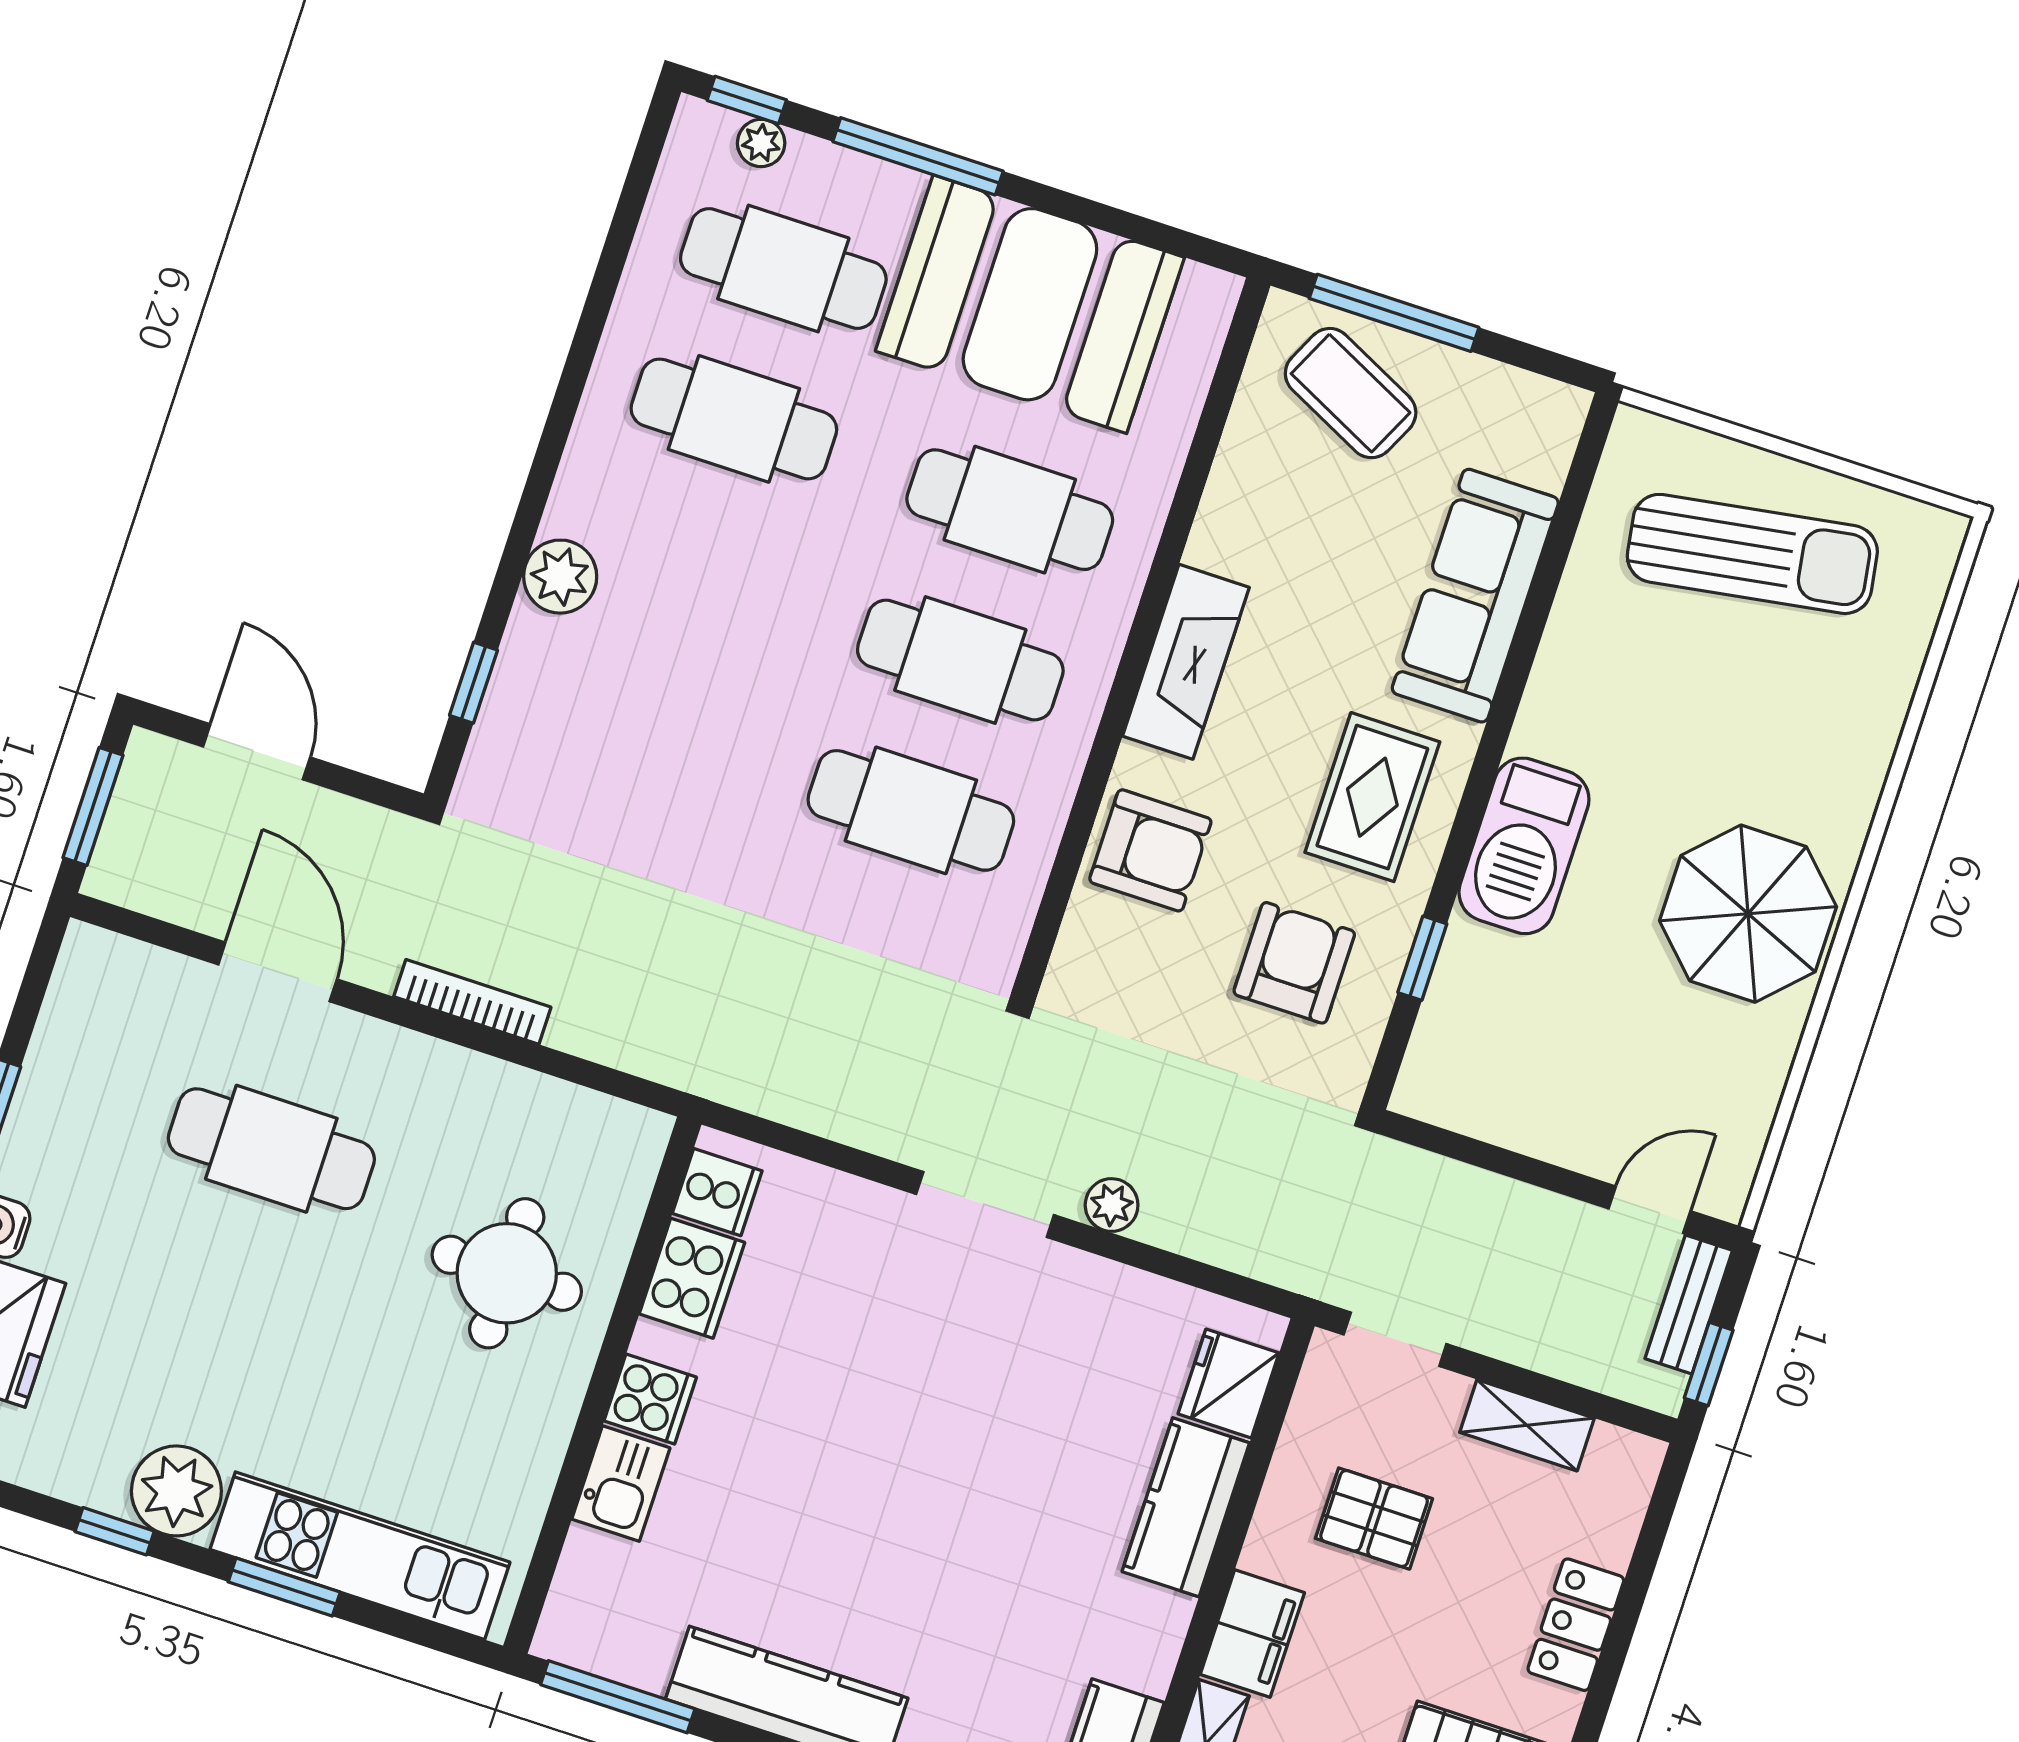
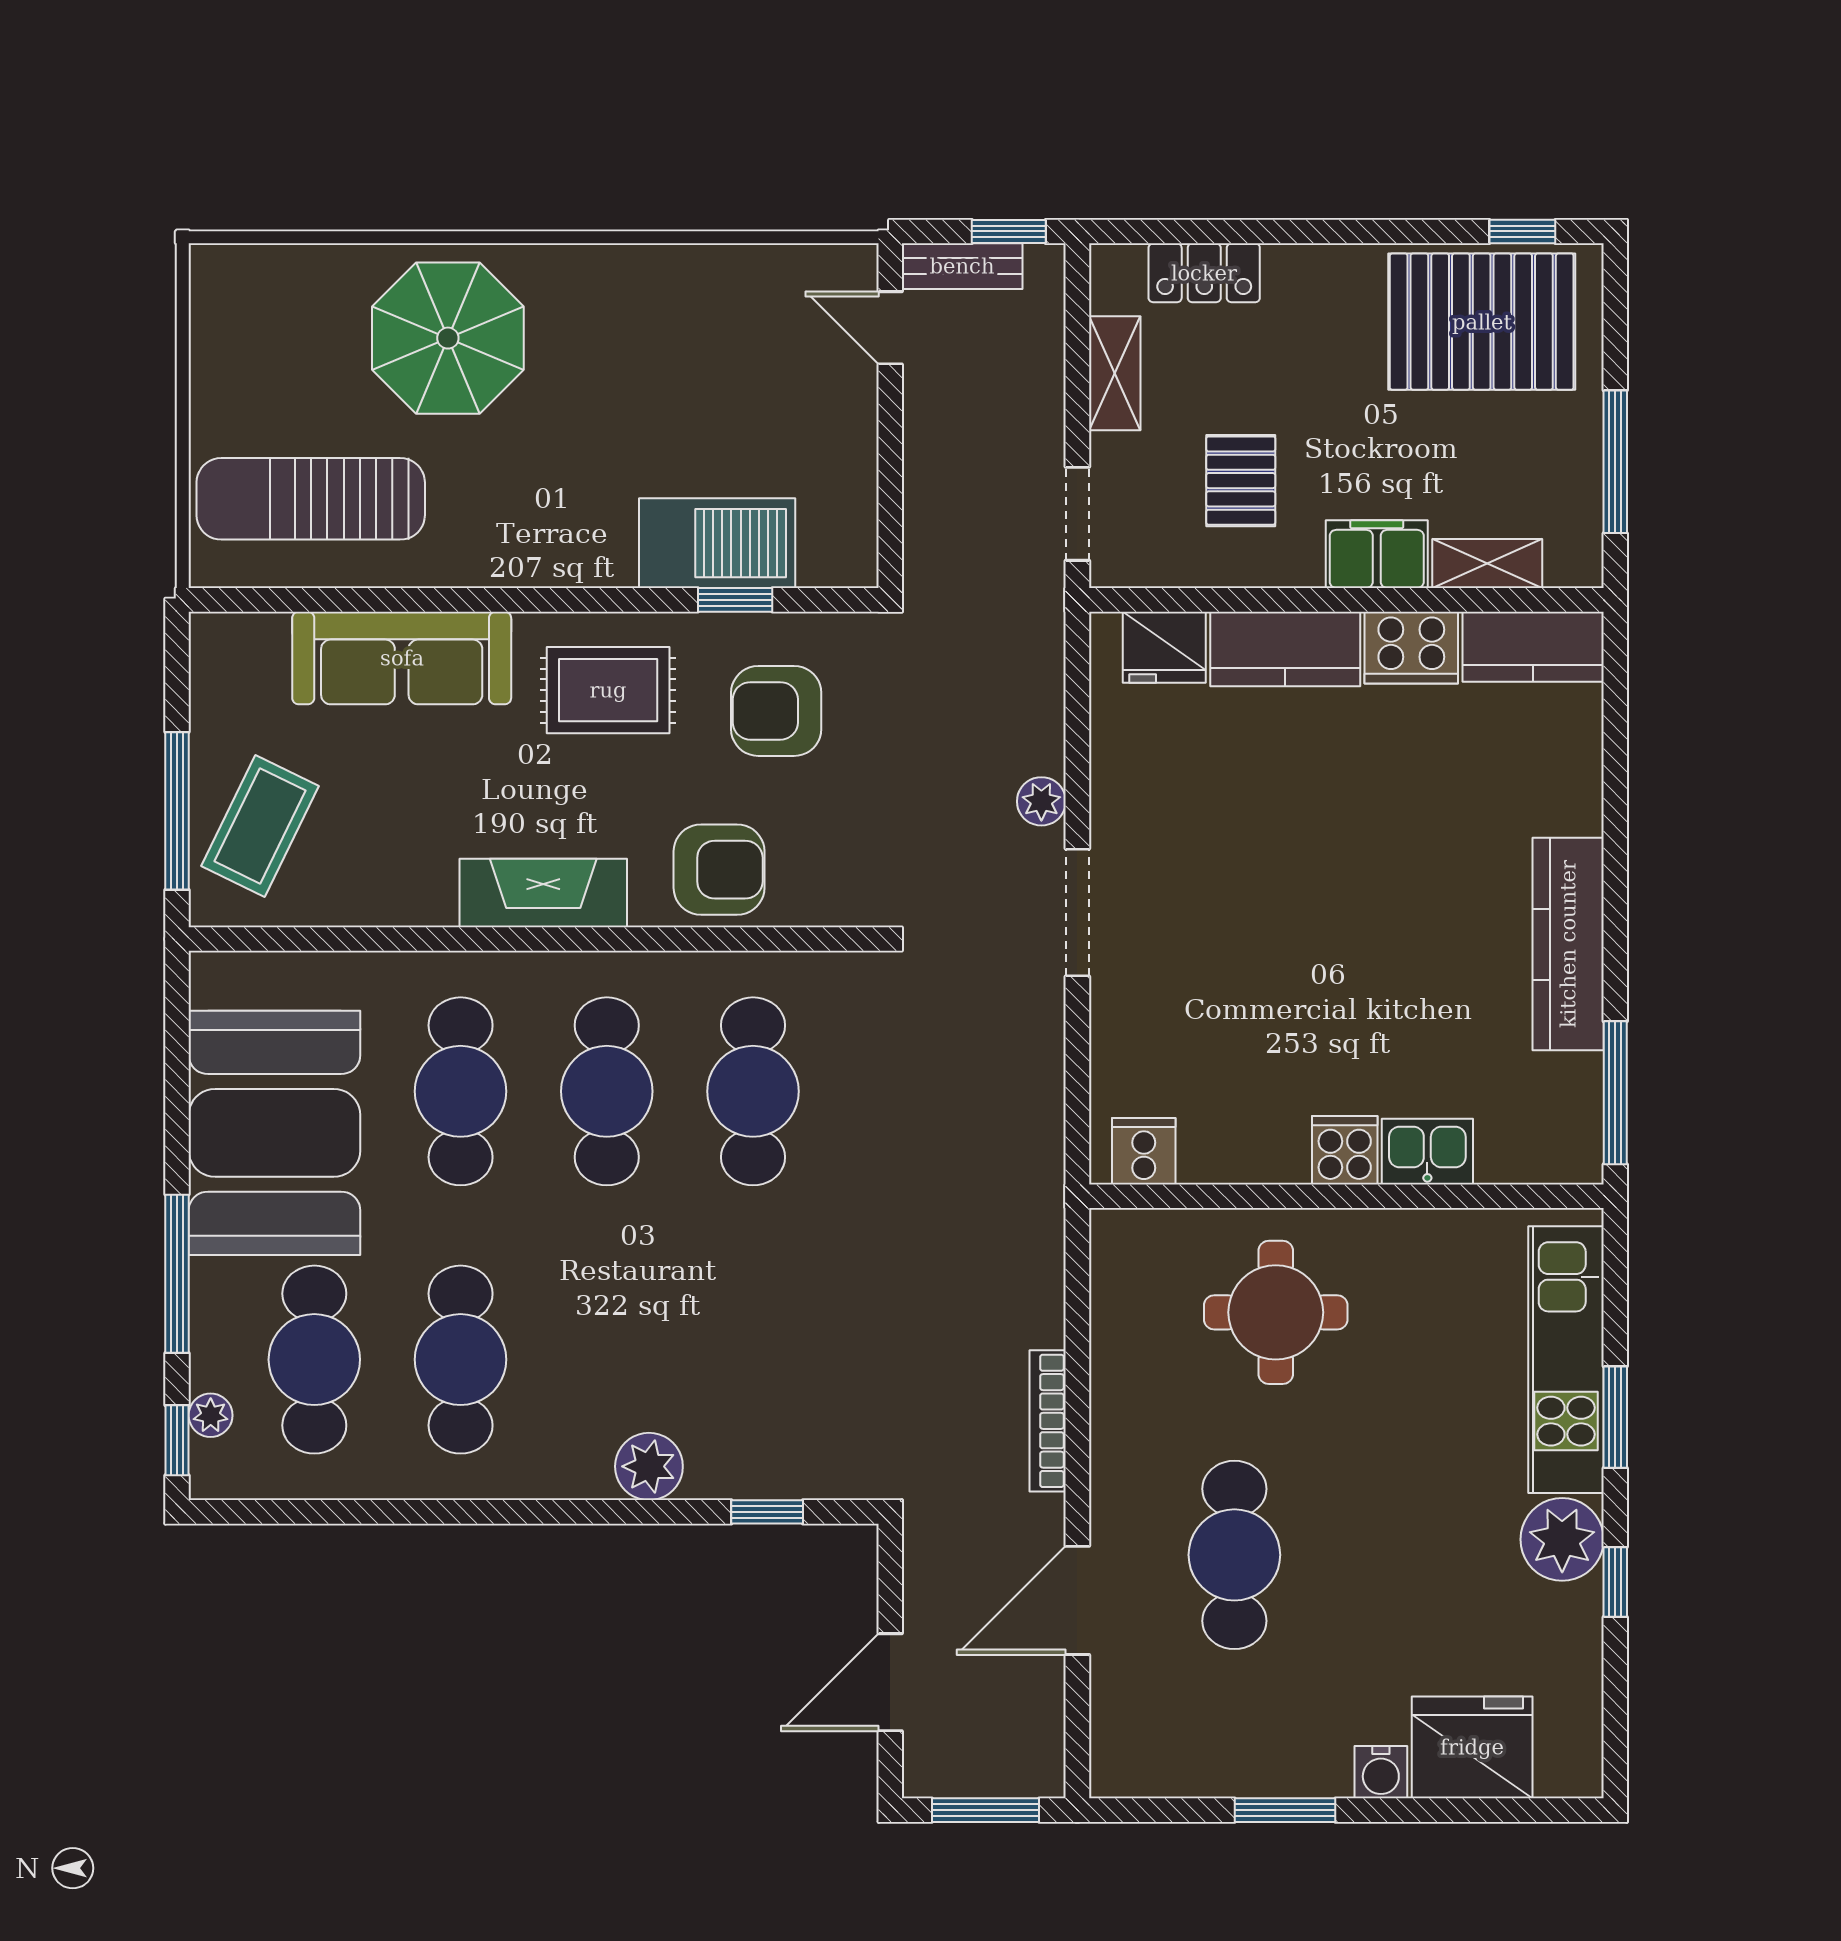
sun lounger: (1752, 554) -> (311, 499), moved, turned -81
barbecue: (1524, 846) -> (717, 543), moved
armchair: (1150, 850) -> (719, 870), turned 90
parasol: (1748, 914) -> (448, 338), moved
cooker: (692, 1278) -> (1411, 648), moved, turned 180
locker: (1576, 1625) -> (1204, 273), moved

